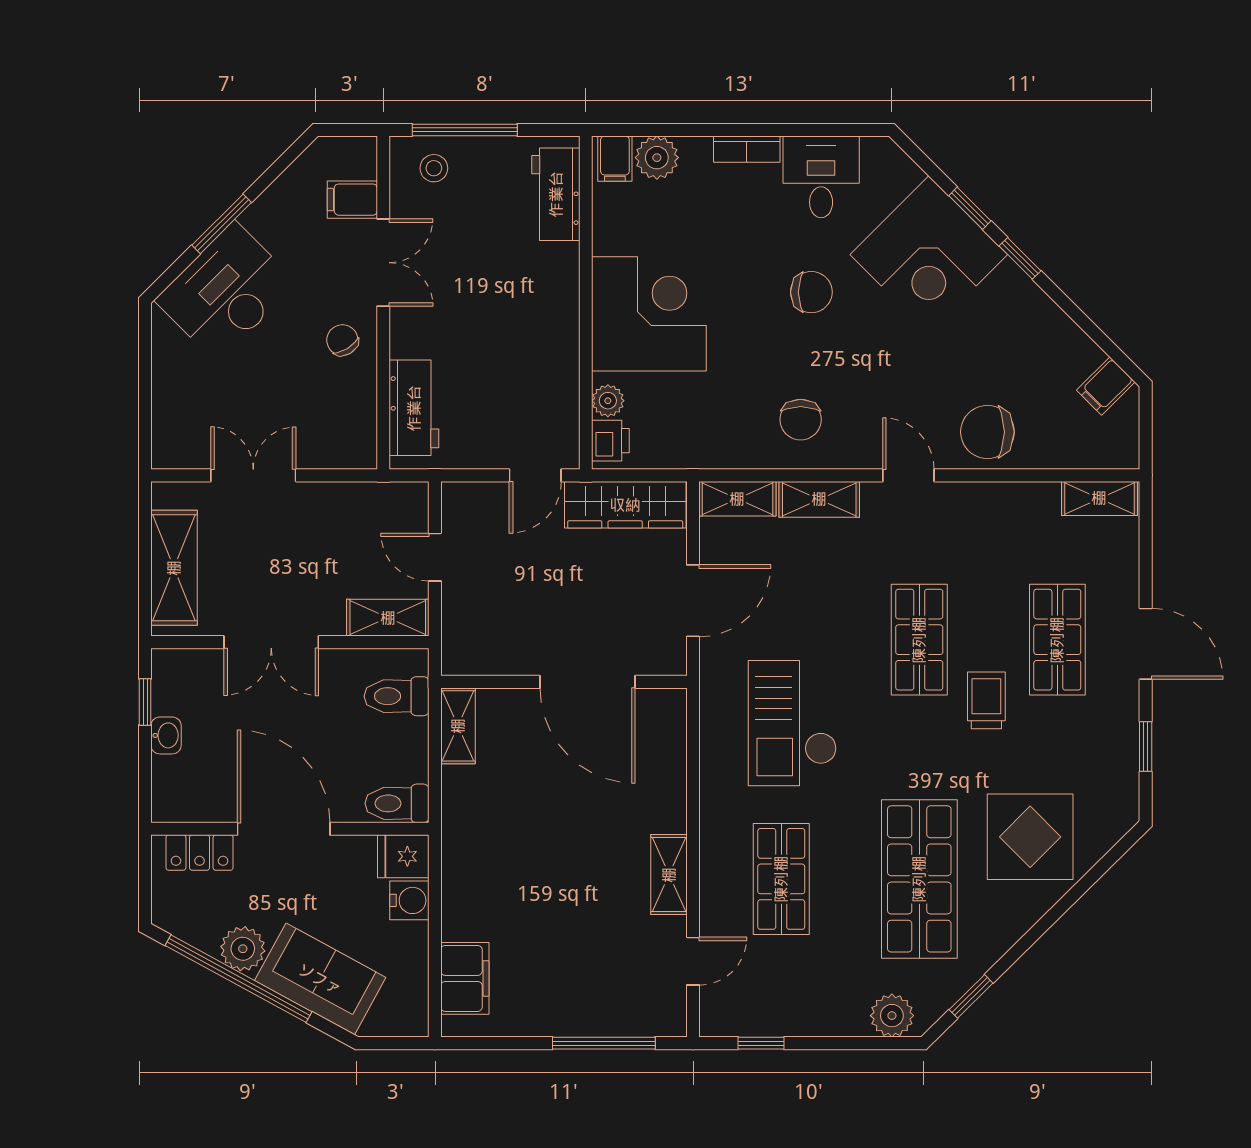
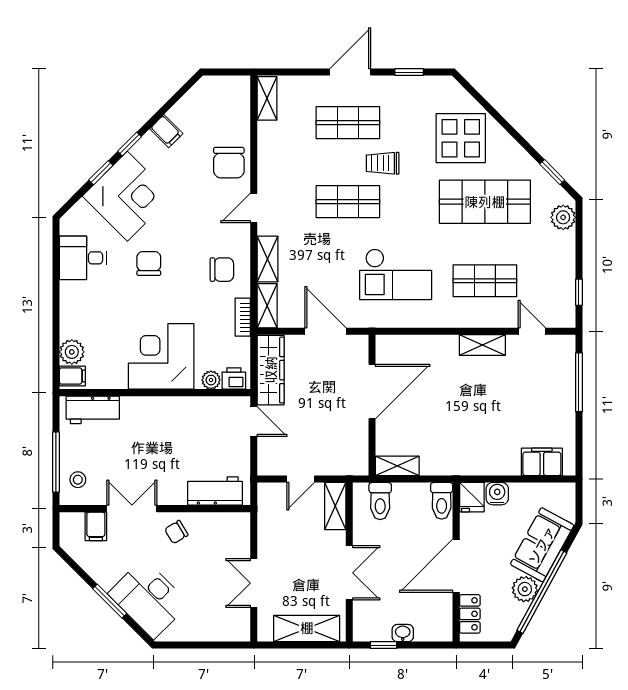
bookcase: (747, 149) -> (243, 317), moved, turned 180
filing cabinet: (1106, 386) -> (166, 131), moved

